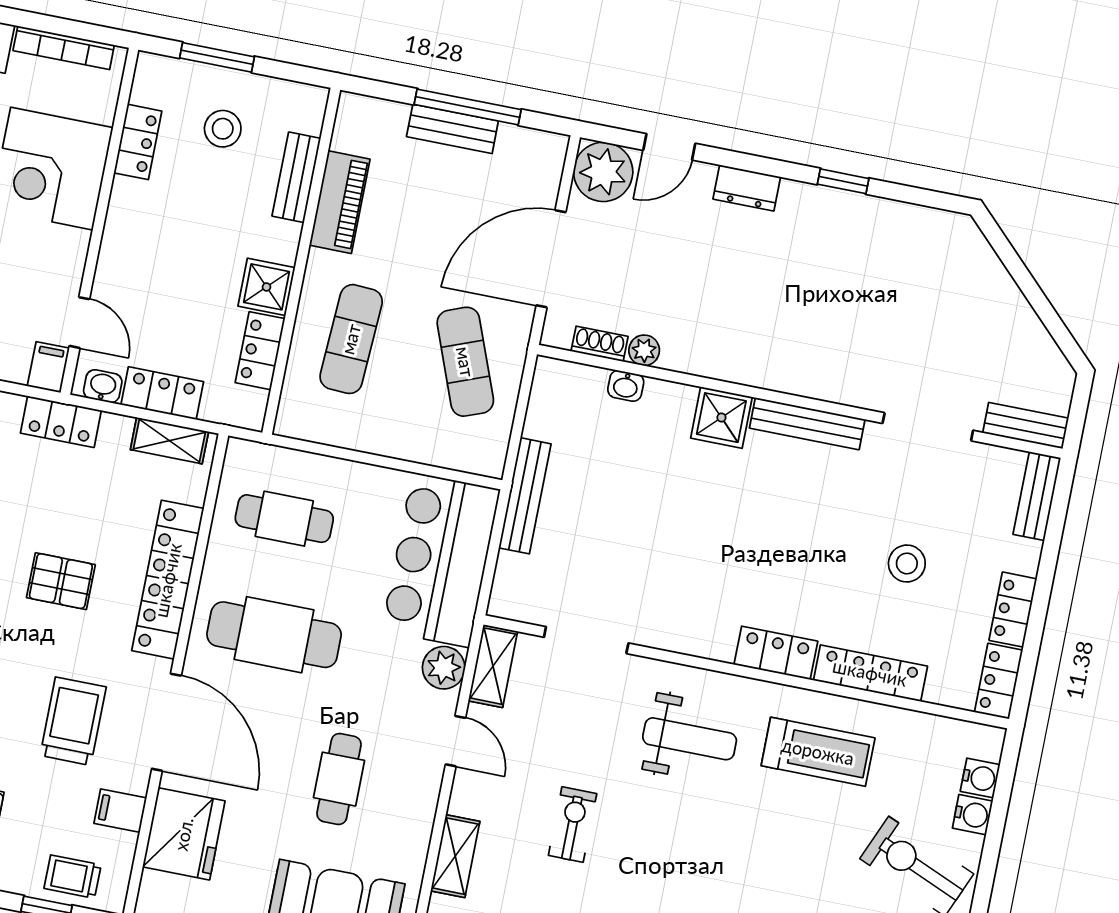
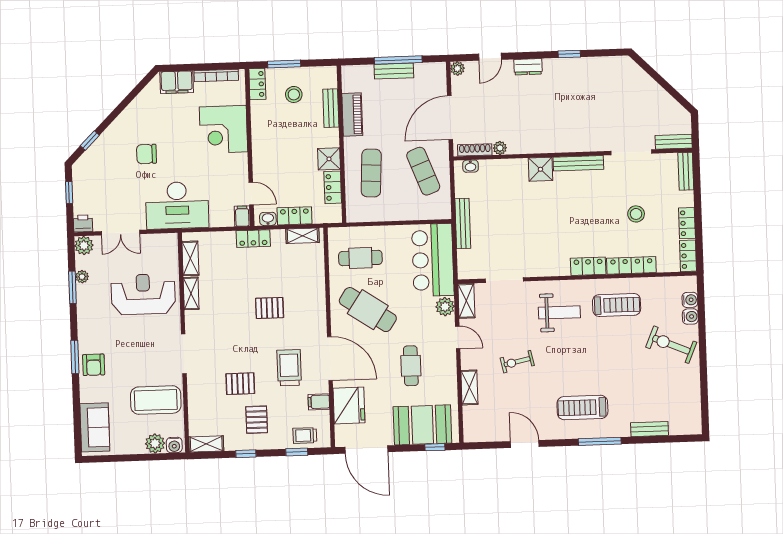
locker: (138, 142) -> (257, 84), moved
plant: (603, 172) -> (457, 68), width x0.53, depth x0.53
shoe rack: (600, 344) -> (475, 150), width x1.43
washbasin: (626, 386) -> (470, 166), moved
locker: (168, 580) -> (316, 296), removed
cafe table: (274, 635) -> (368, 310), turned 34
exercise bike: (573, 825) -> (517, 362), turned -102

